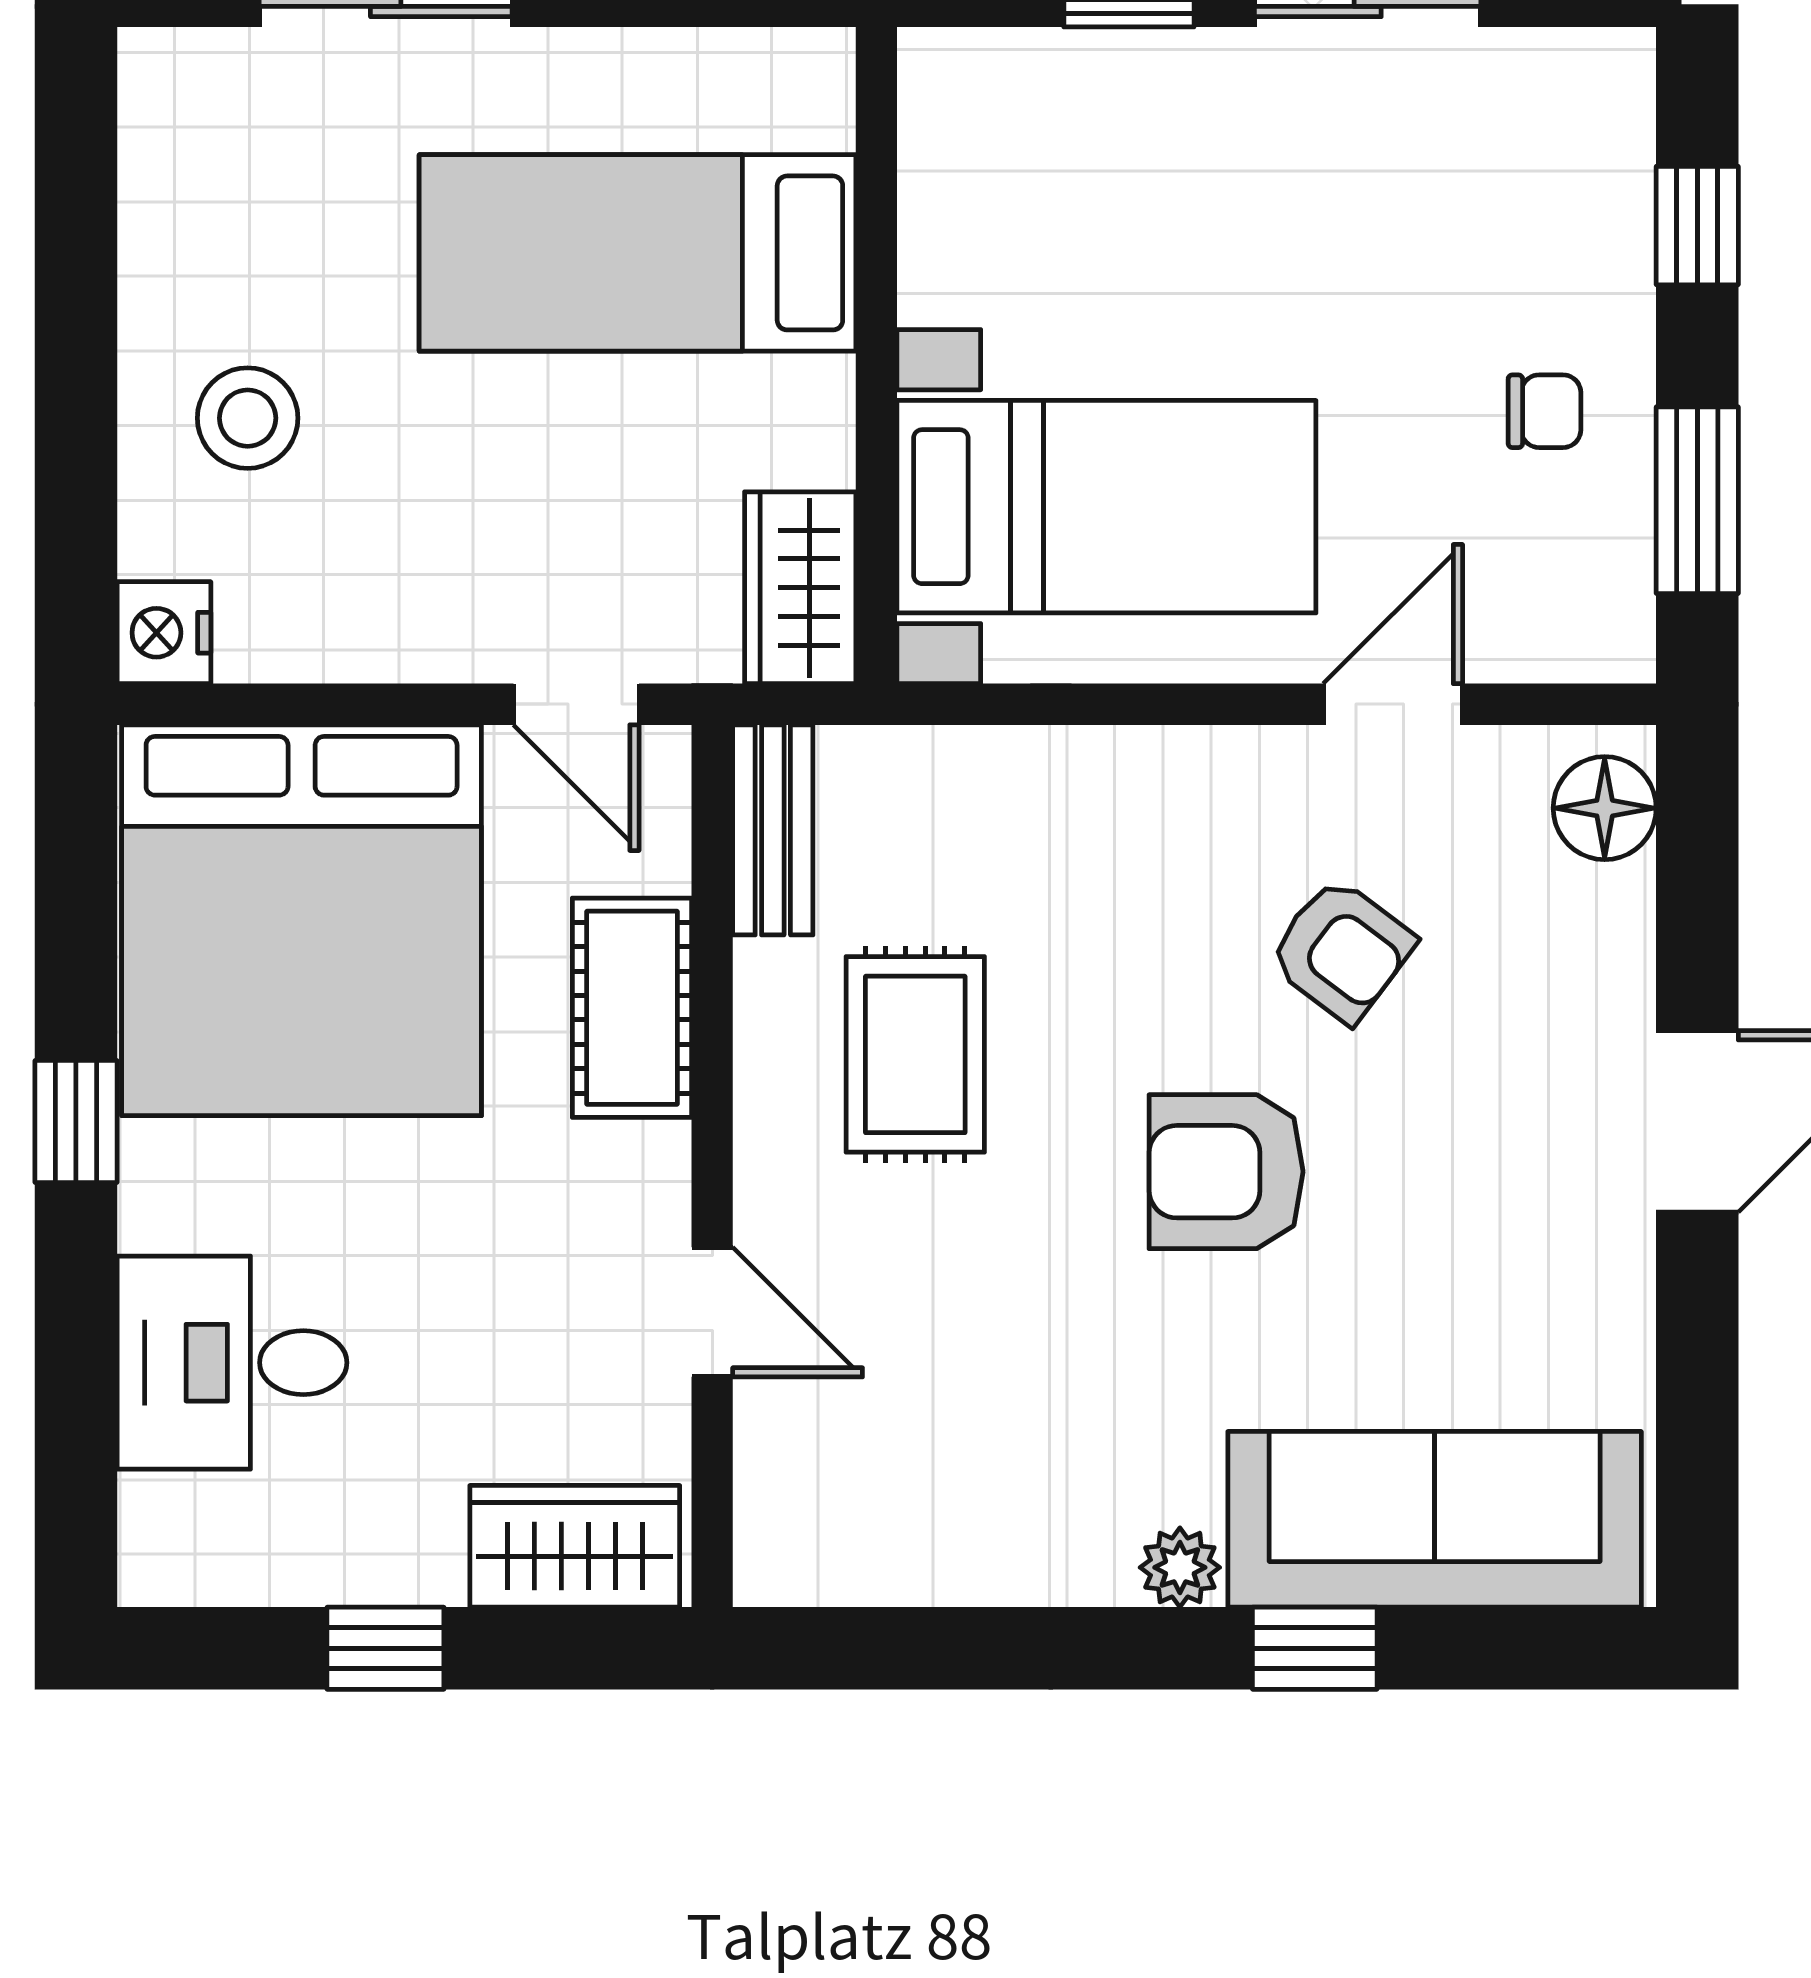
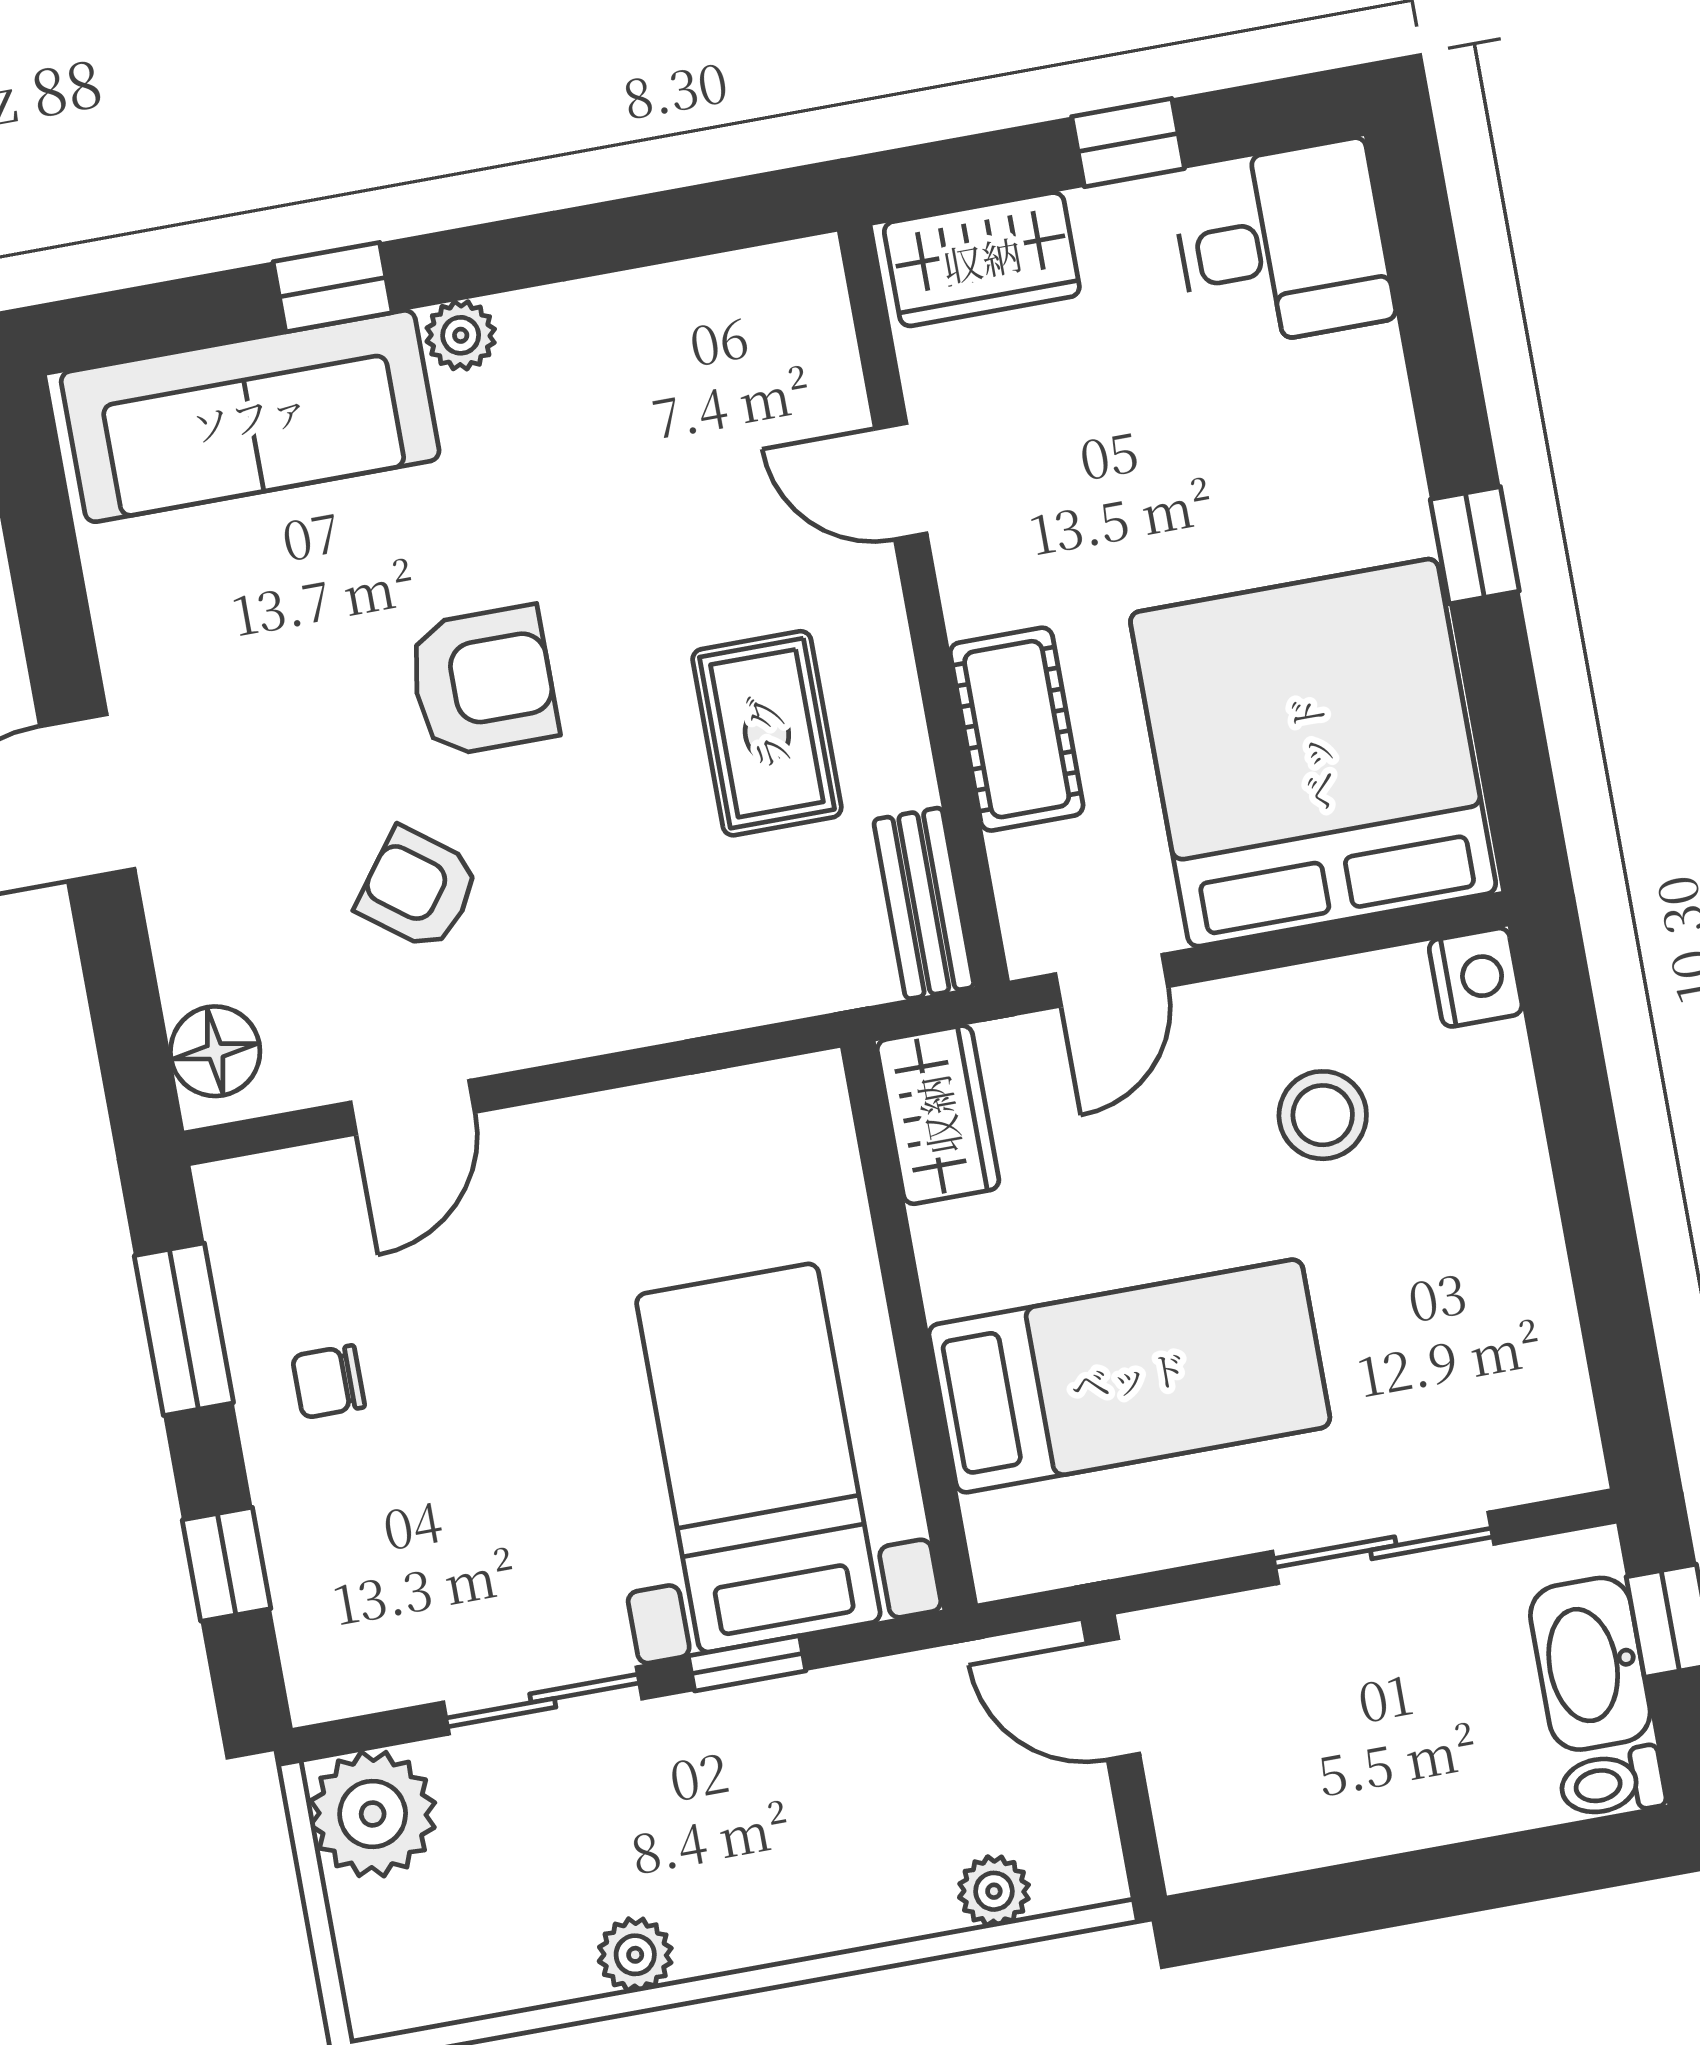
stool: (248, 418) -> (1323, 1115), moved
bed with nightstands: (1106, 507) -> (758, 1458), moved, turned 90
door: (576, 704) -> (1112, 980), swing flipped
desk: (232, 1363) -> (1282, 245), moved

